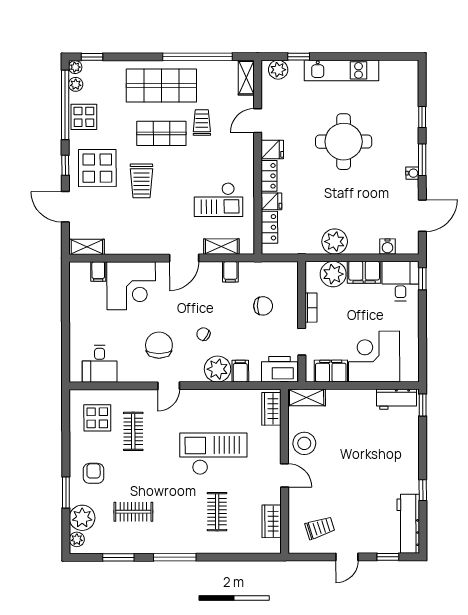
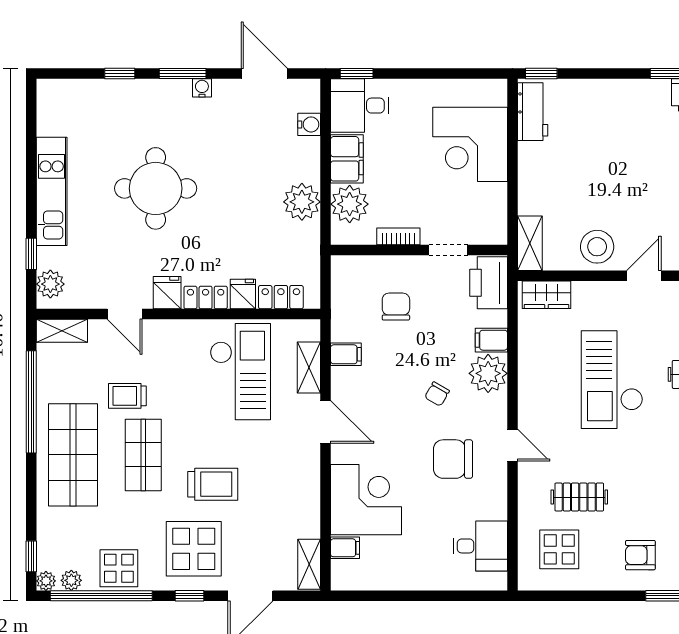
checkout: (218, 200) -> (240, 372), width x1.36, depth x1.21
filing cabinet: (331, 371) -> (491, 208), removed

